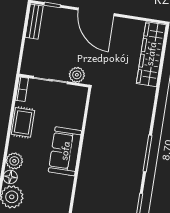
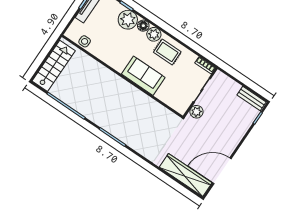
door: (96, 12) -> (222, 171), moved
rug: (23, 122) -> (167, 52), moved

